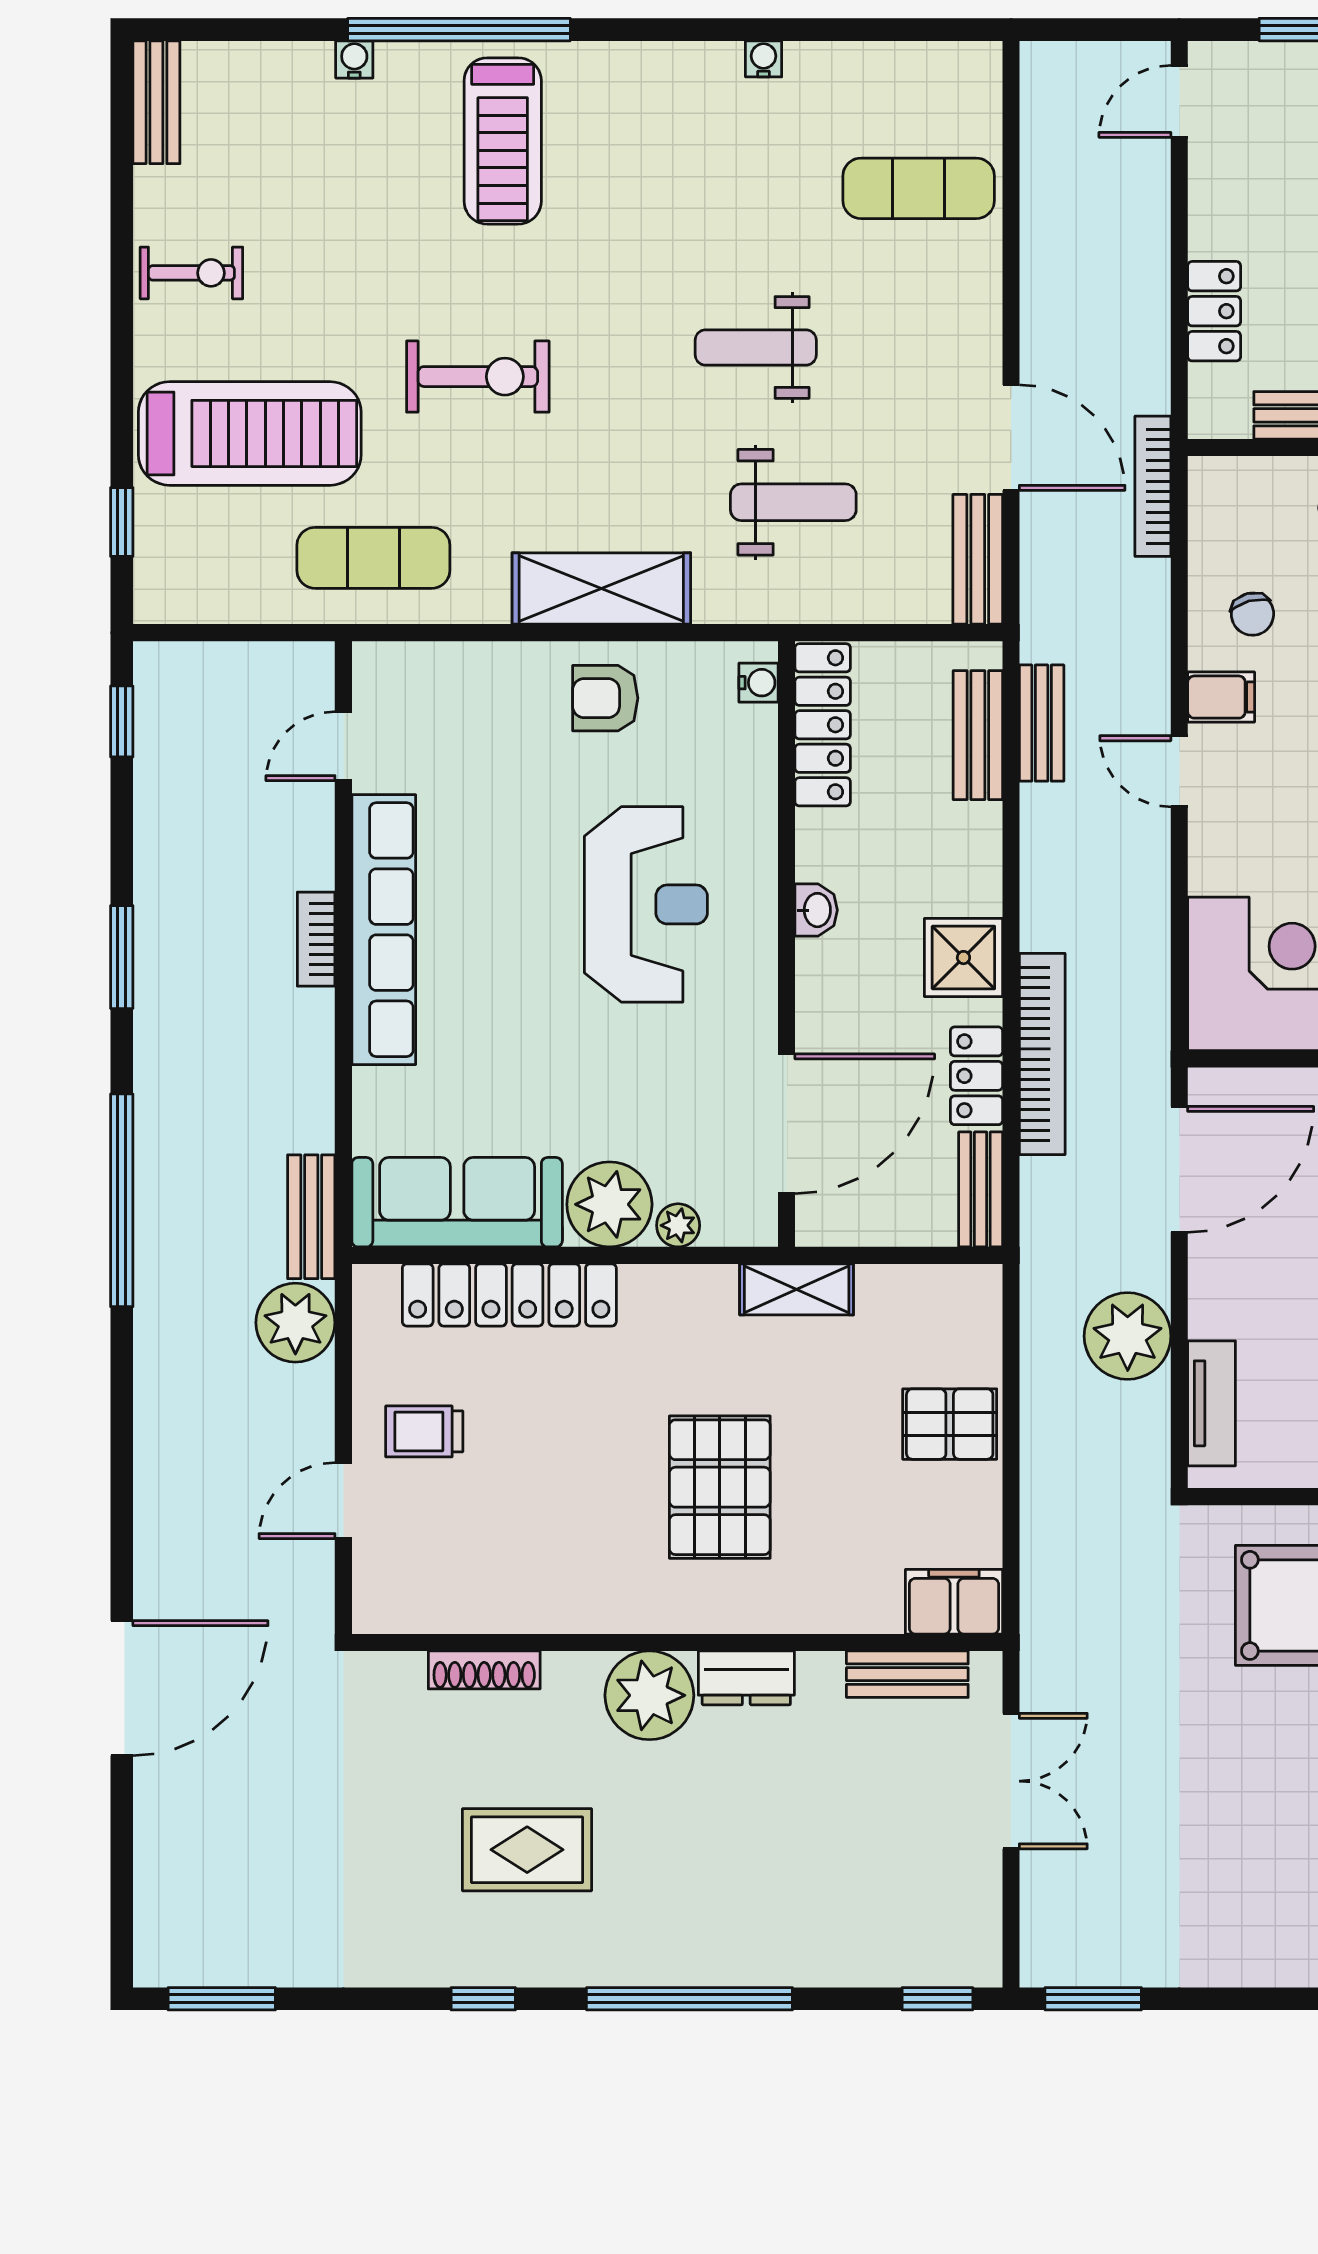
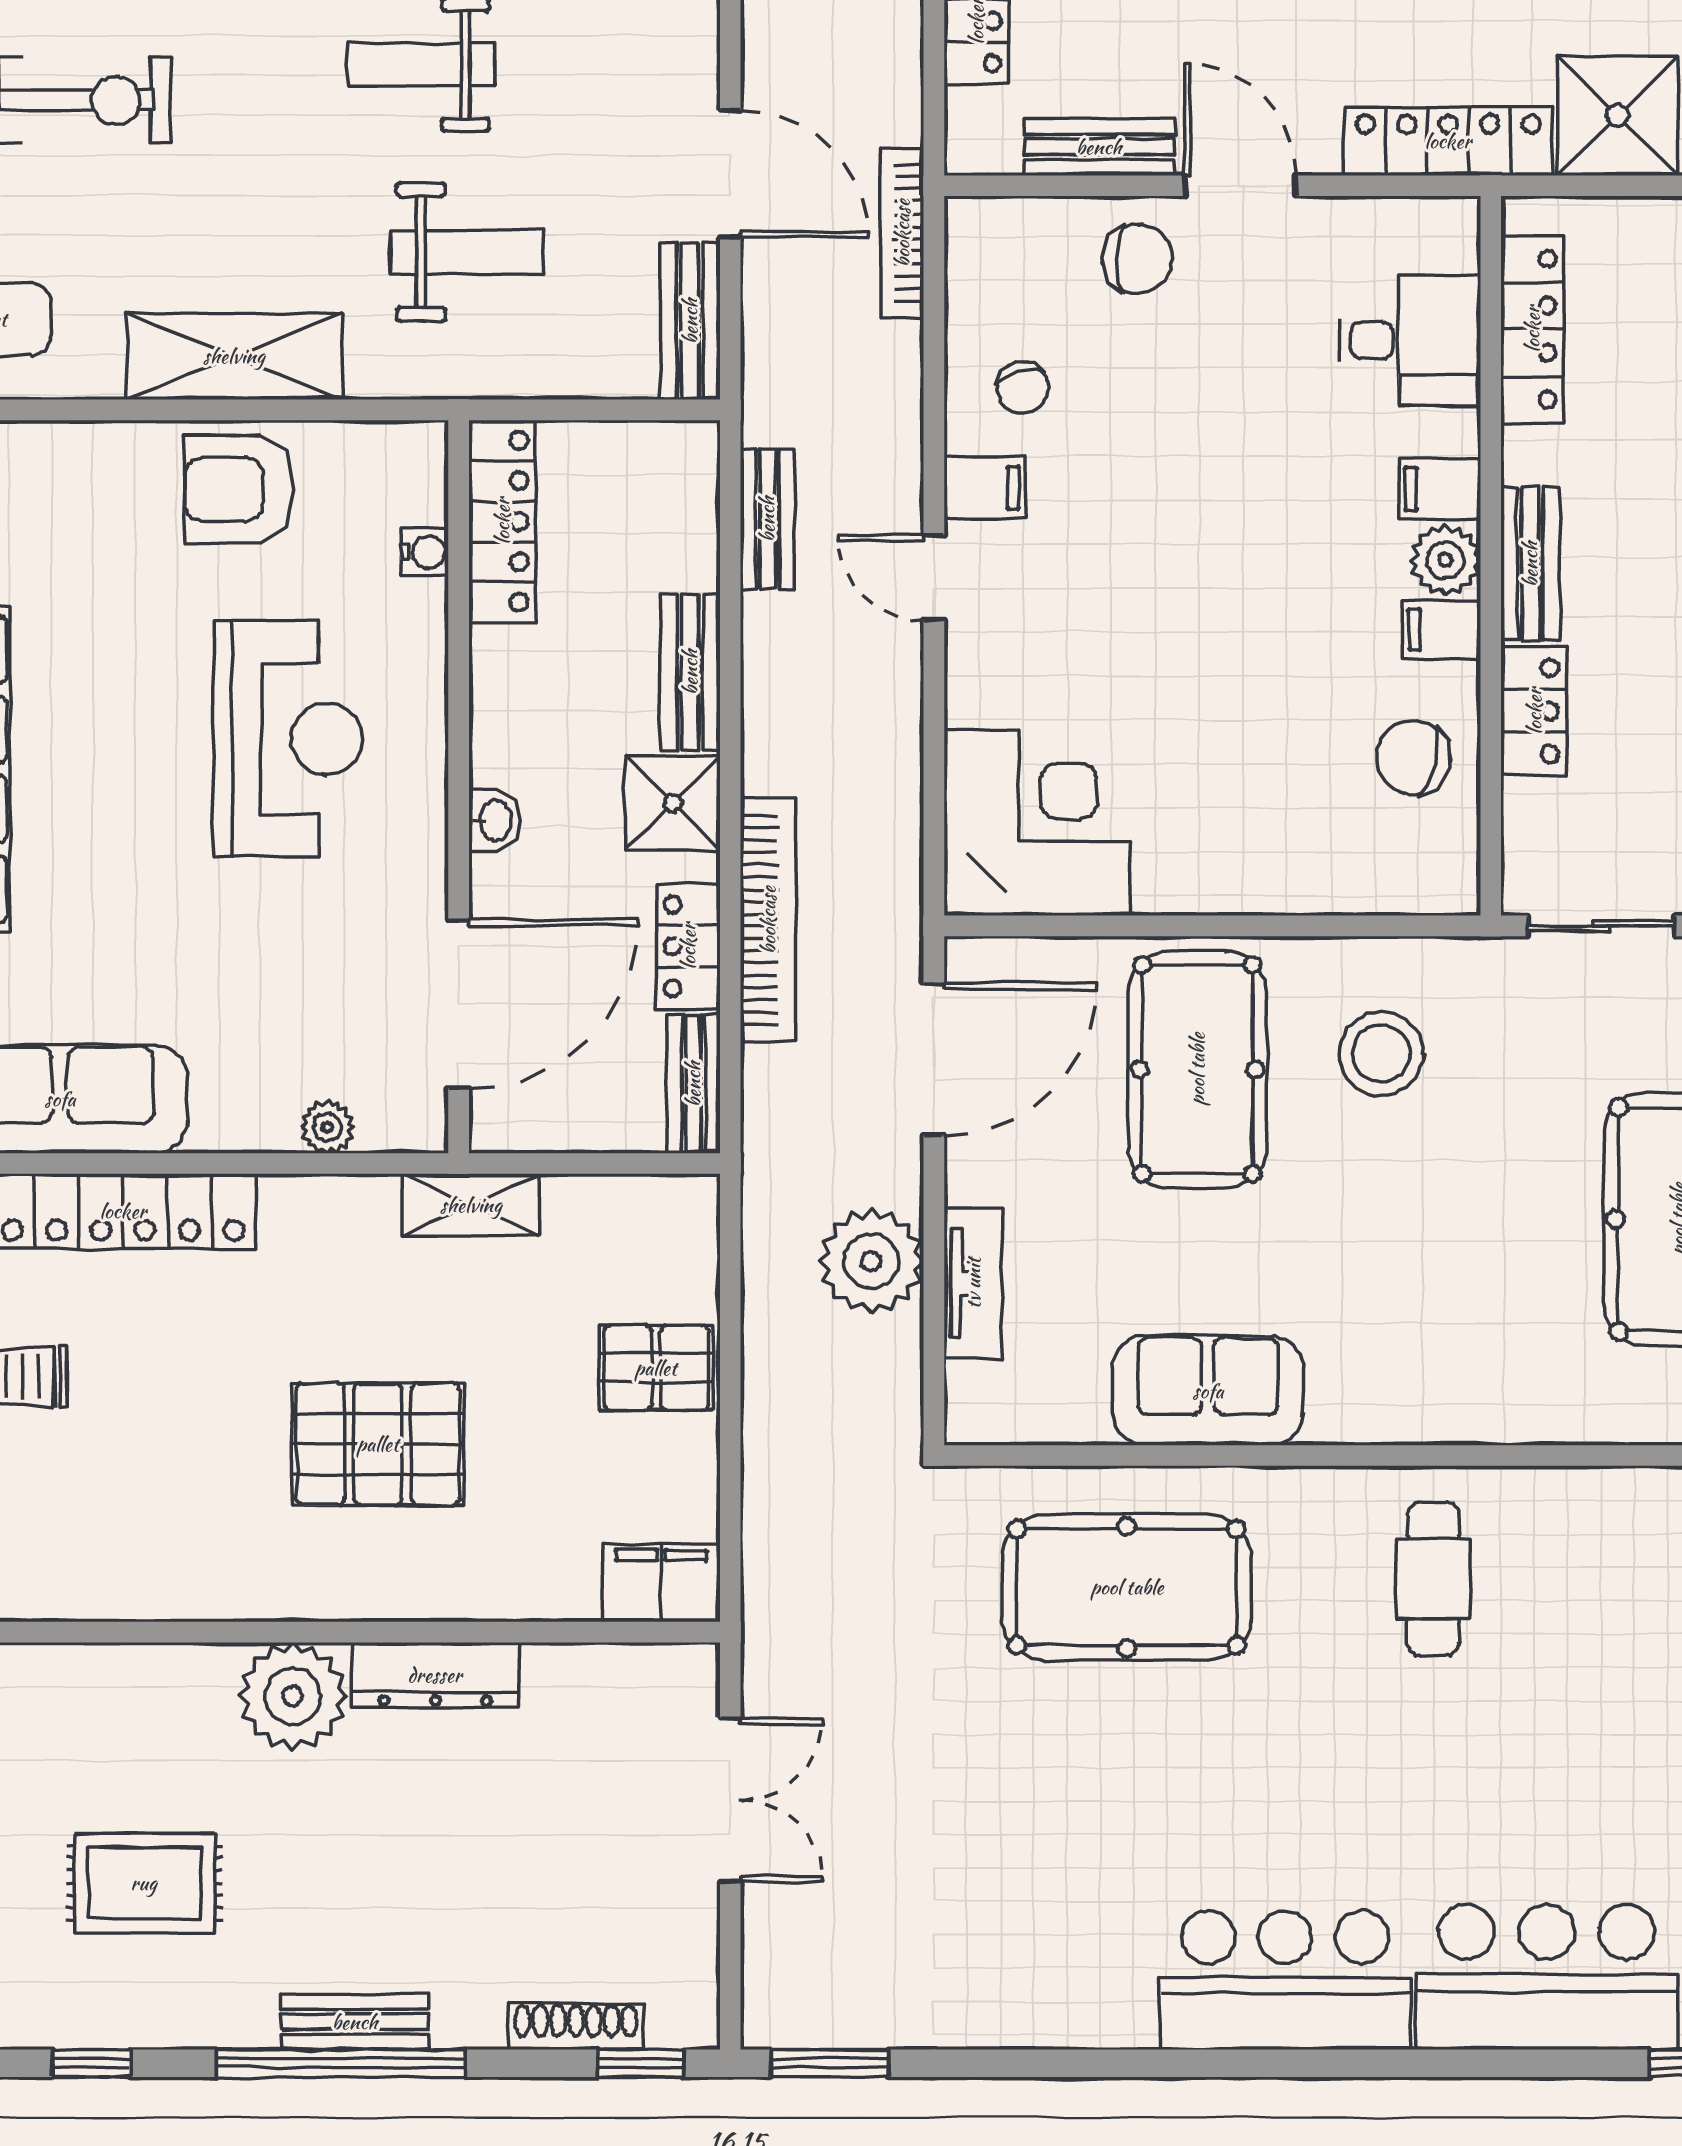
water cooler: (759, 683) -> (425, 552), moved
armchair: (605, 698) -> (239, 489), width x1.38, depth x1.38
bench: (978, 735) -> (690, 672), moved
washbasin: (816, 910) -> (494, 820), moved
plant: (609, 1204) -> (244, 1102), removed
tv unit: (1212, 1403) -> (973, 1283), moved
pallet: (720, 1487) -> (378, 1444), turned 90
shoe rack: (484, 1670) -> (576, 2027), moved, turned 180
bench: (907, 1674) -> (355, 2022), moved
dresser: (746, 1678) -> (435, 1675), width x1.44

